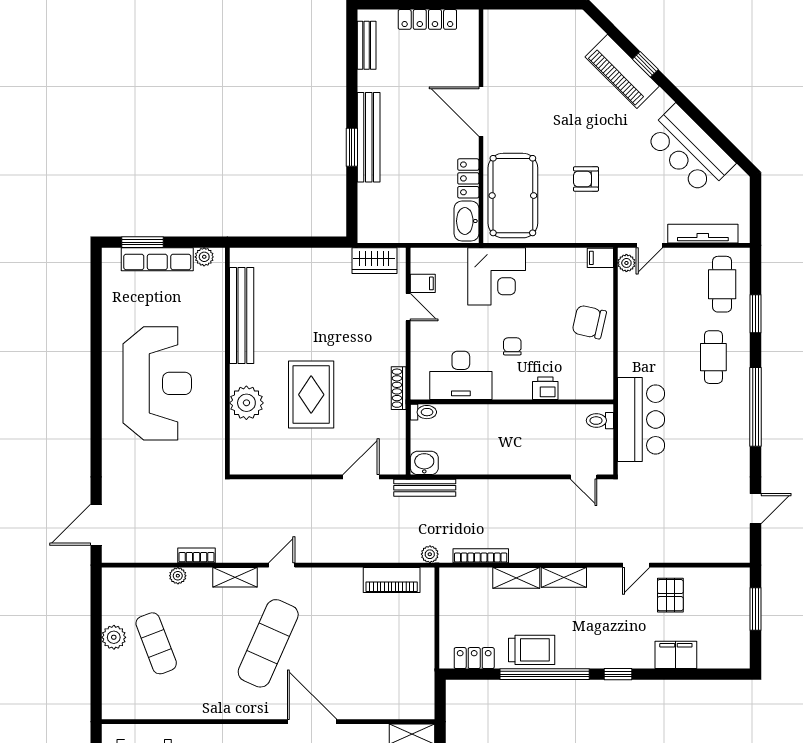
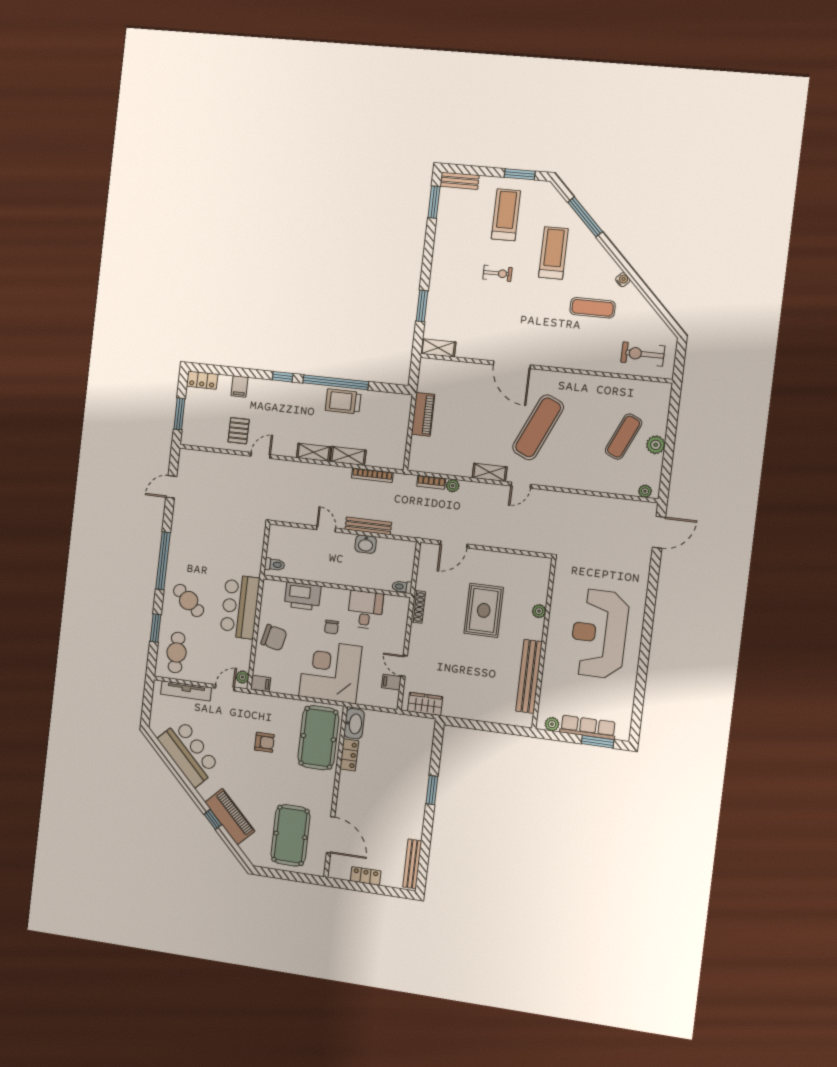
locker: (427, 19) -> (366, 876), width x0.66
bench: (367, 45) -> (412, 864), width x1.36
pool table: (536, 59) -> (290, 835), added
door: (481, 112) -> (331, 835), moved
bench: (369, 137) -> (419, 796), removed
corner desk: (497, 276) -> (330, 671), width x1.36, depth x1.36
cafe table: (713, 357) -> (189, 601), turned -49
desk: (461, 375) -> (365, 610), width x0.73
printer: (545, 388) -> (303, 596), width x1.87, depth x1.48
plant: (246, 403) -> (539, 611), width x0.53, depth x0.53
bar counter: (641, 419) -> (240, 607), moved
washbasin: (424, 463) -> (366, 544), moved
door: (584, 477) -> (326, 529), moved
bench: (425, 488) -> (368, 526), moved
plant: (430, 554) -> (453, 486), moved
bookcase: (197, 555) -> (431, 482), moved
plant: (178, 576) -> (645, 491), moved
shelving: (235, 577) -> (490, 472), moved
piano: (392, 580) -> (423, 414), moved, turned 90
exercise mat: (156, 643) -> (624, 437), turned 45
filing cabinet: (676, 655) -> (240, 386), width x0.50
locker: (474, 658) -> (202, 380), moved

